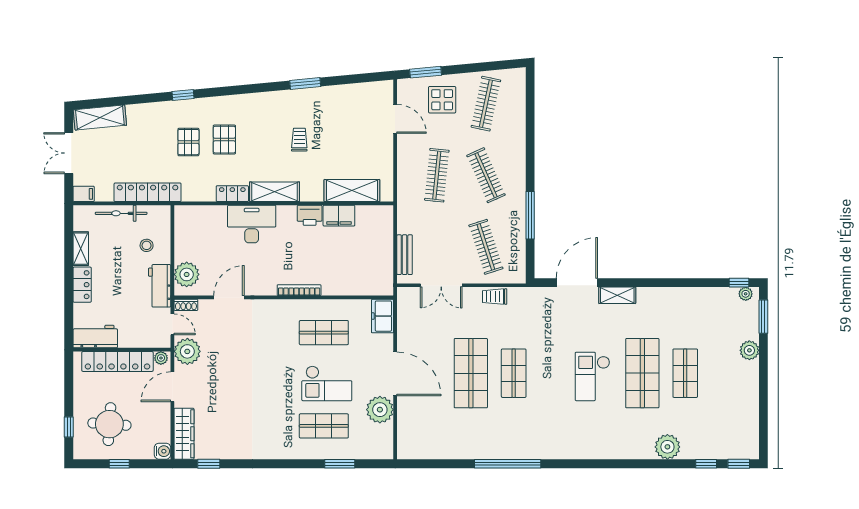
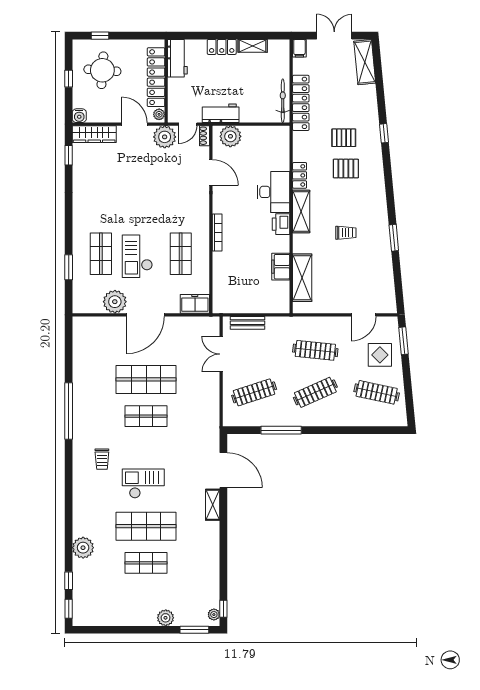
bicycle: (121, 213) -> (283, 101), moved
printer: (310, 215) -> (281, 224), moved
stool: (147, 245) -> (255, 102), removed
trolley: (495, 297) -> (102, 459), moved, turned 180

